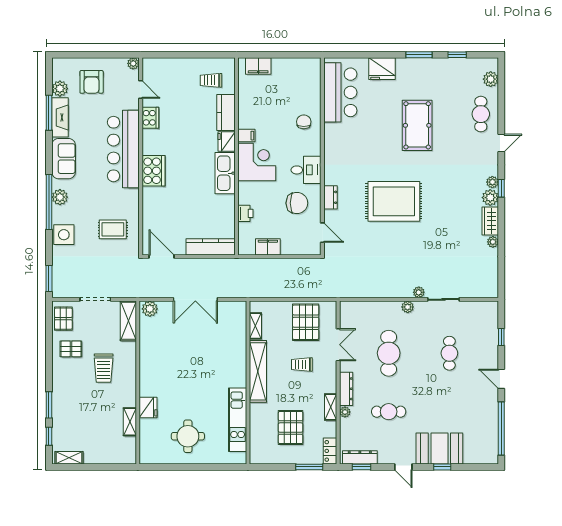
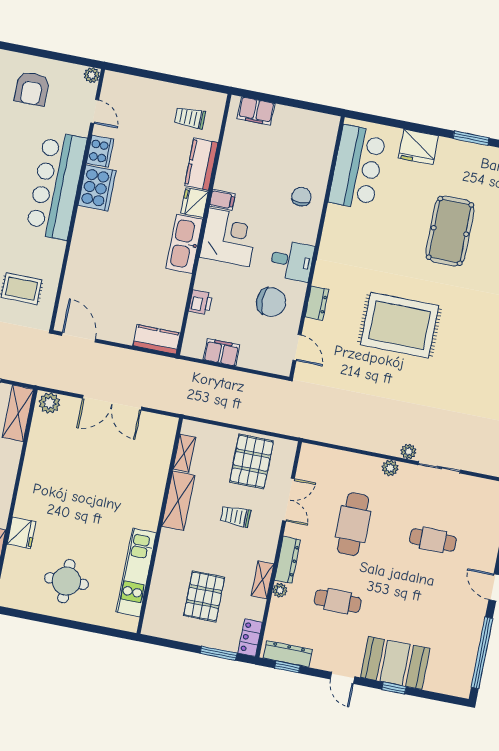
cooker: (153, 171) -> (97, 188), moved
kitchen counter: (211, 247) -> (157, 339), width x0.67
cafe table: (449, 353) -> (433, 540), turned 90
shelving: (258, 371) -> (178, 501), width x0.68

